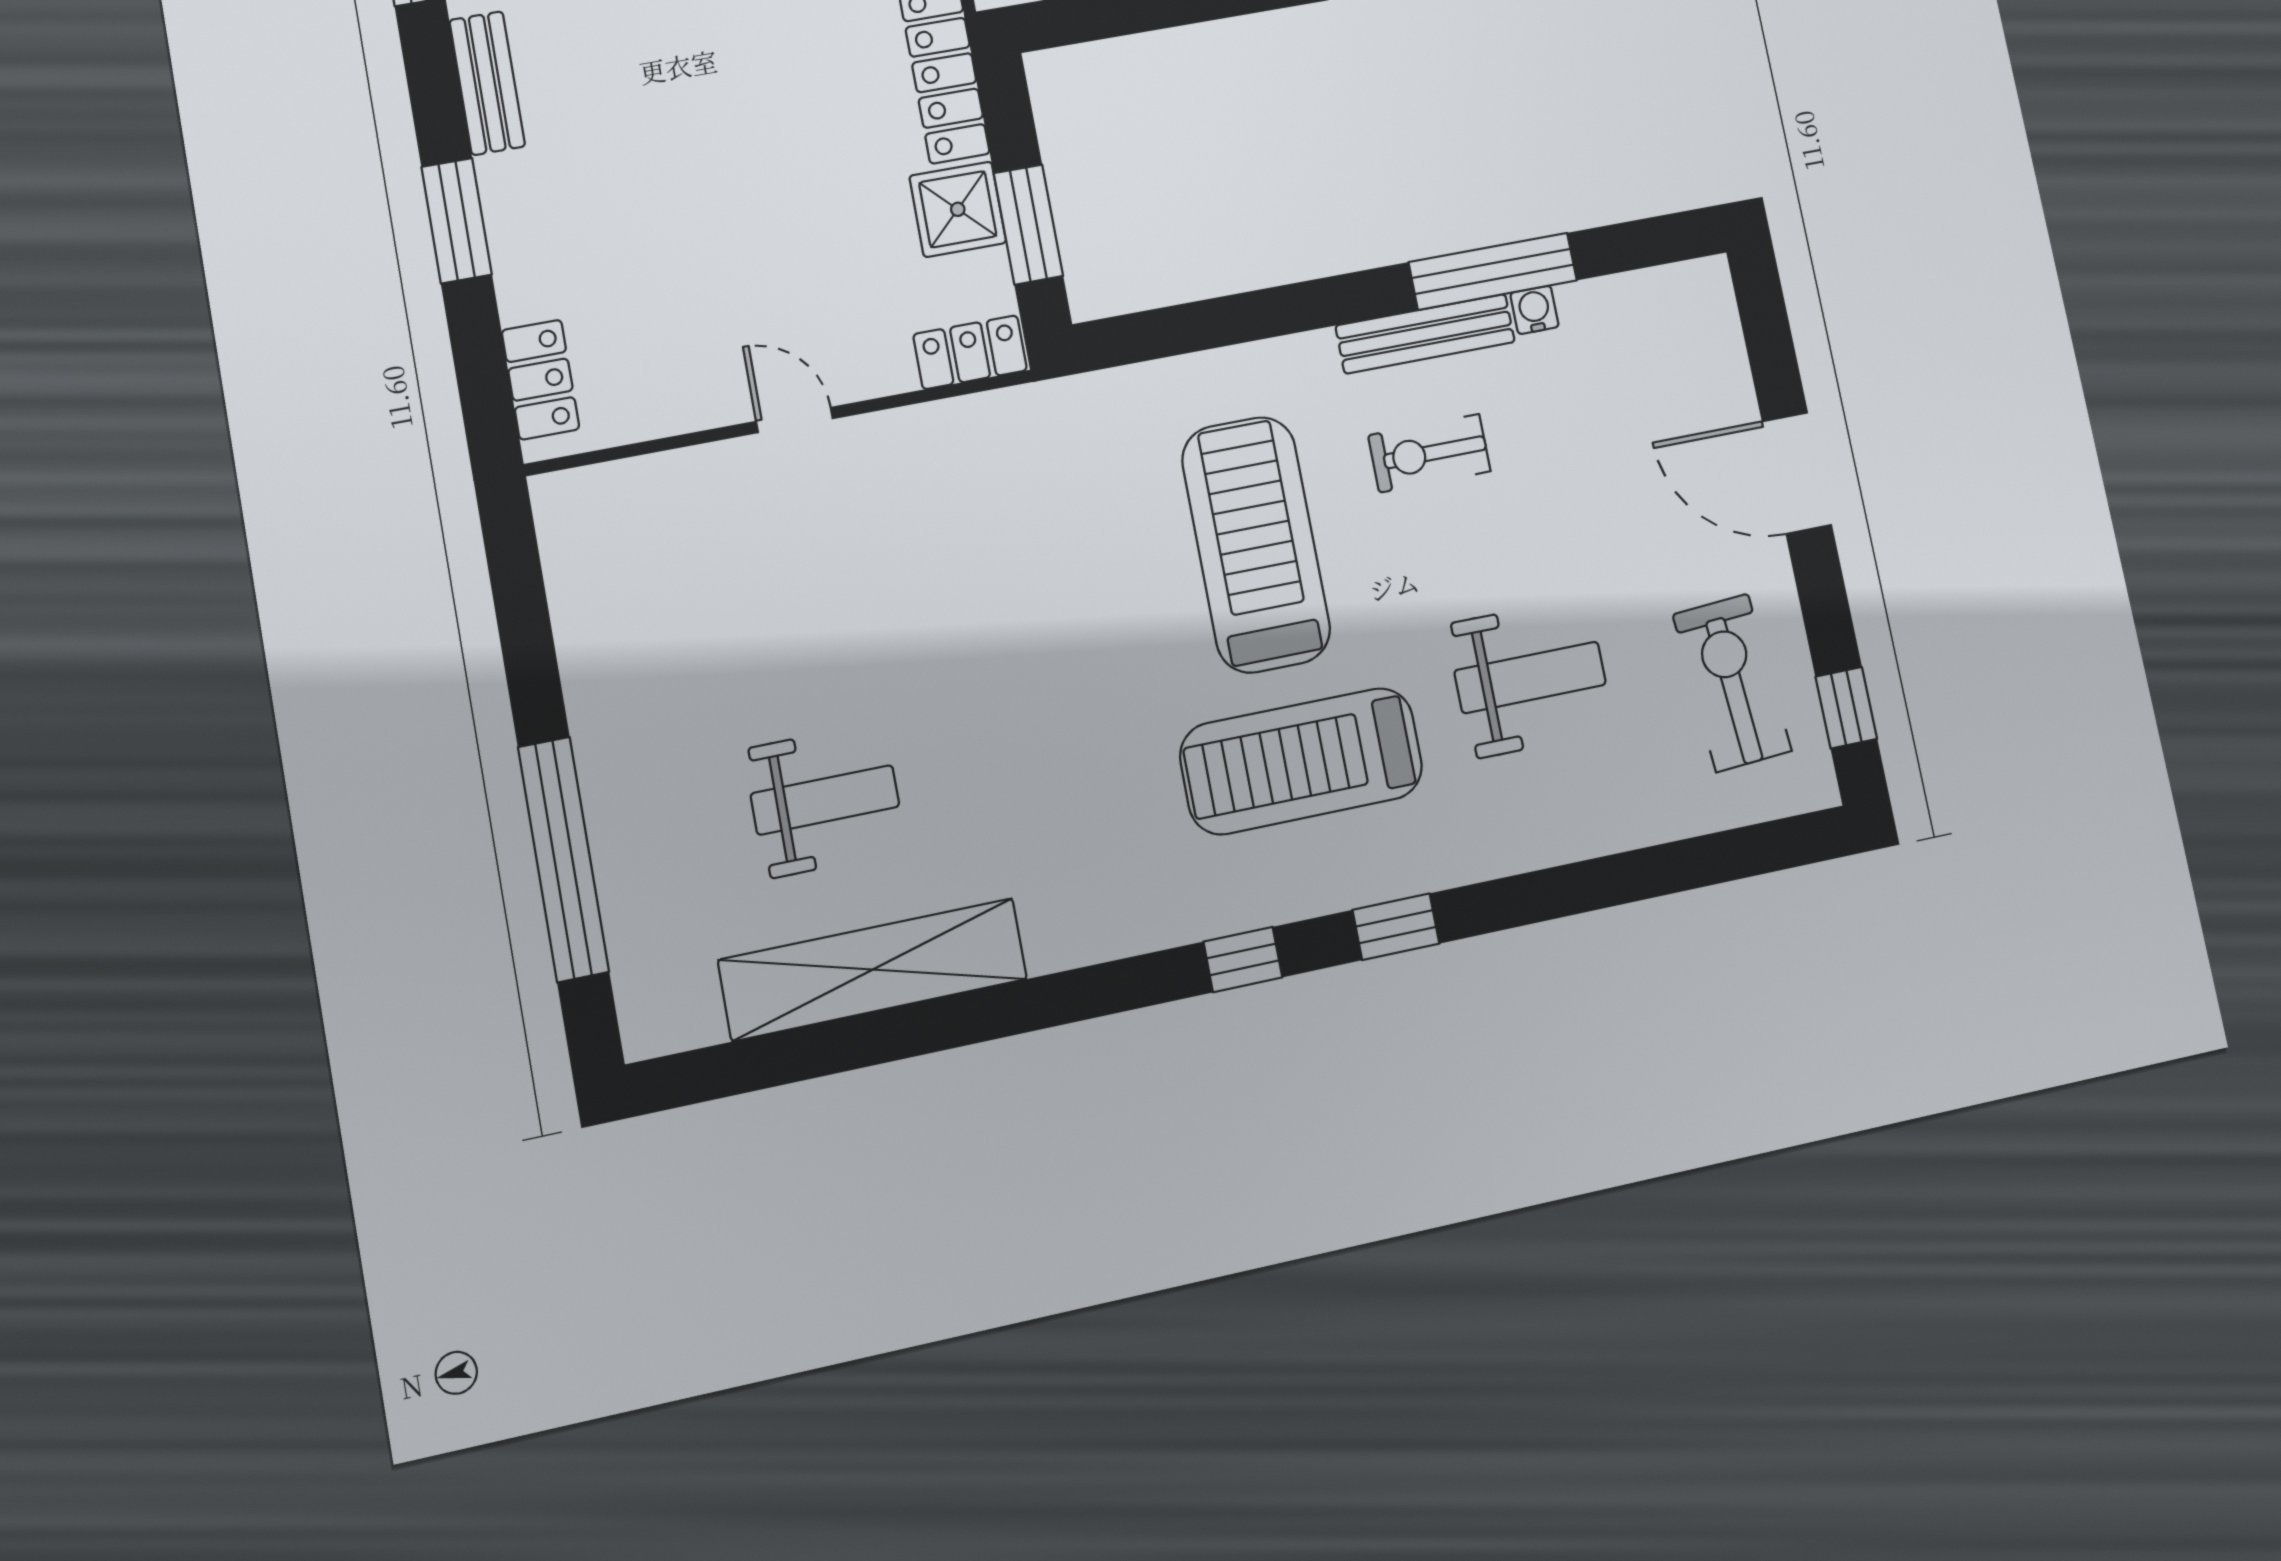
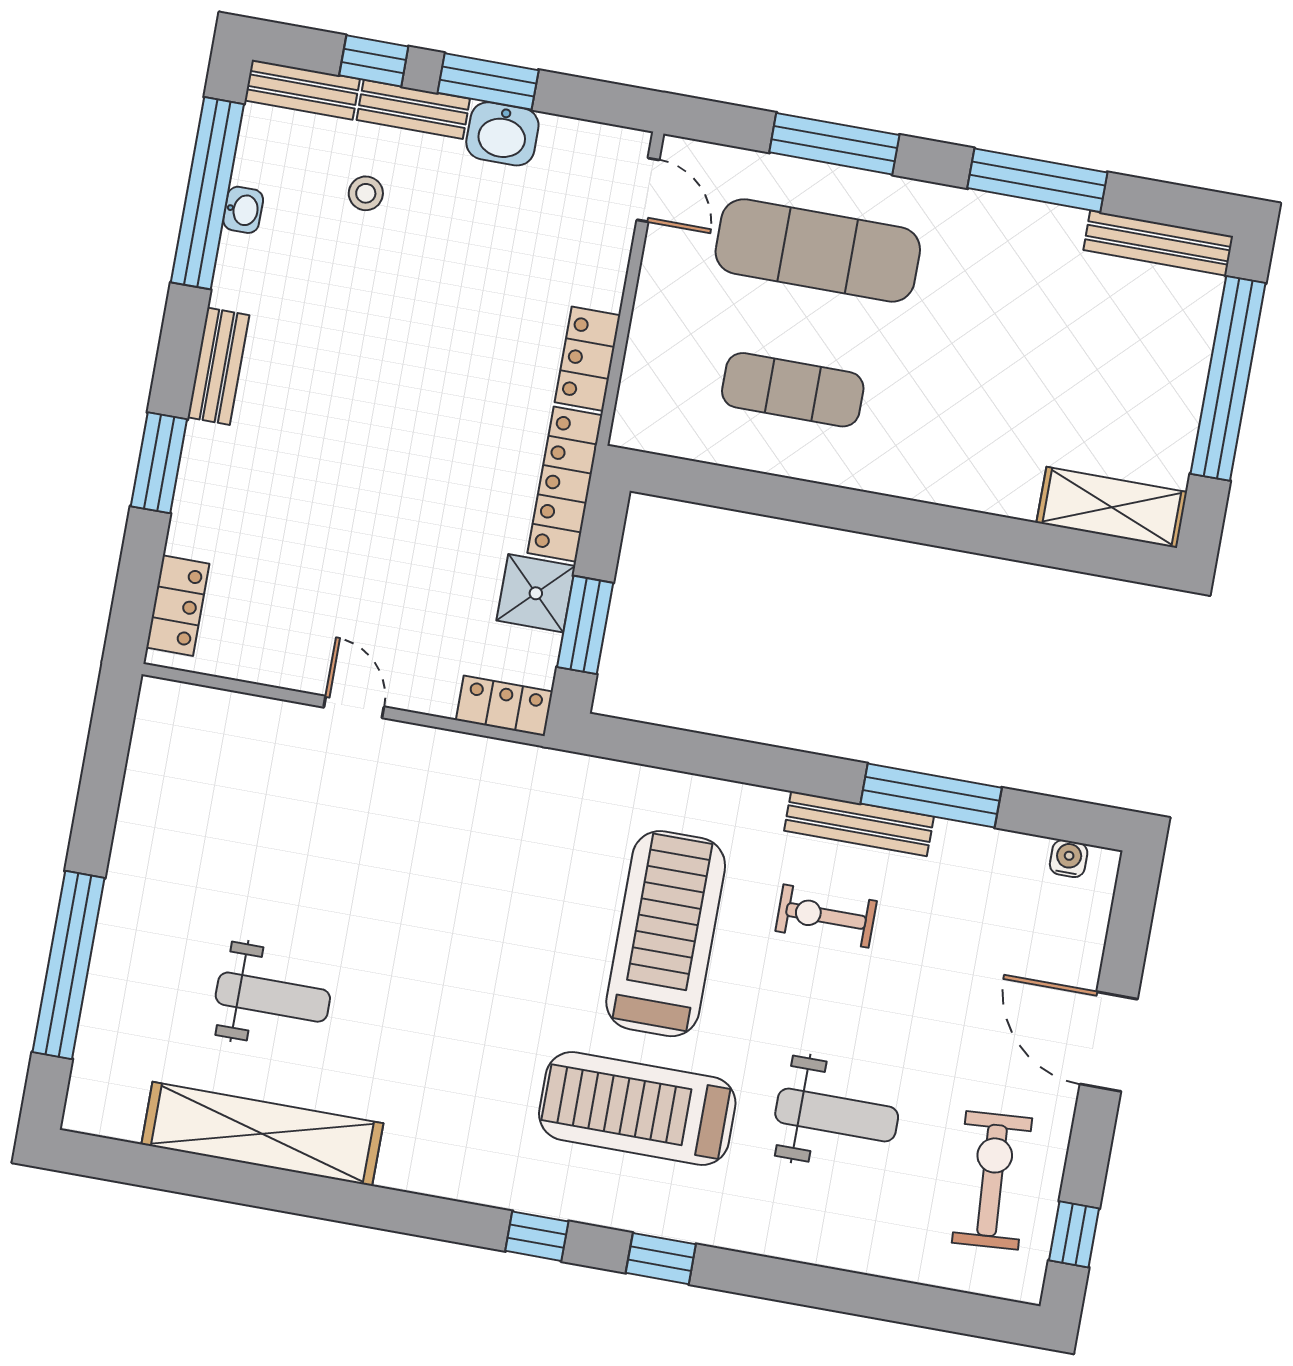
water cooler: (1534, 310) -> (1069, 859), moved

